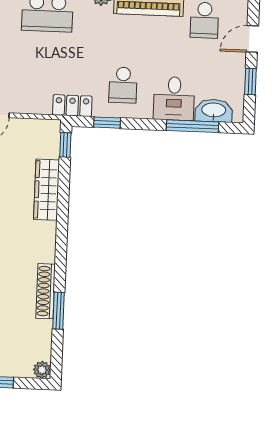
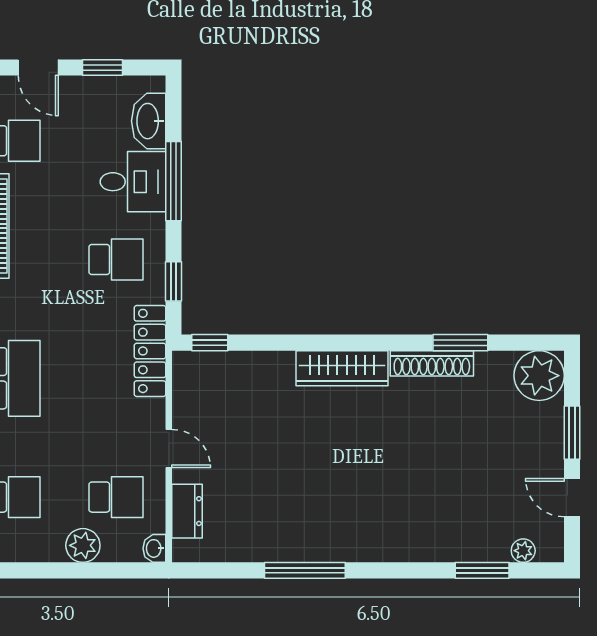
locker: (72, 106) -> (150, 351), width x1.53
window: (192, 126) -> (174, 181), moved
wardrobe: (47, 190) -> (342, 368), moved
plant: (42, 370) -> (539, 376), width x1.88, depth x1.88

